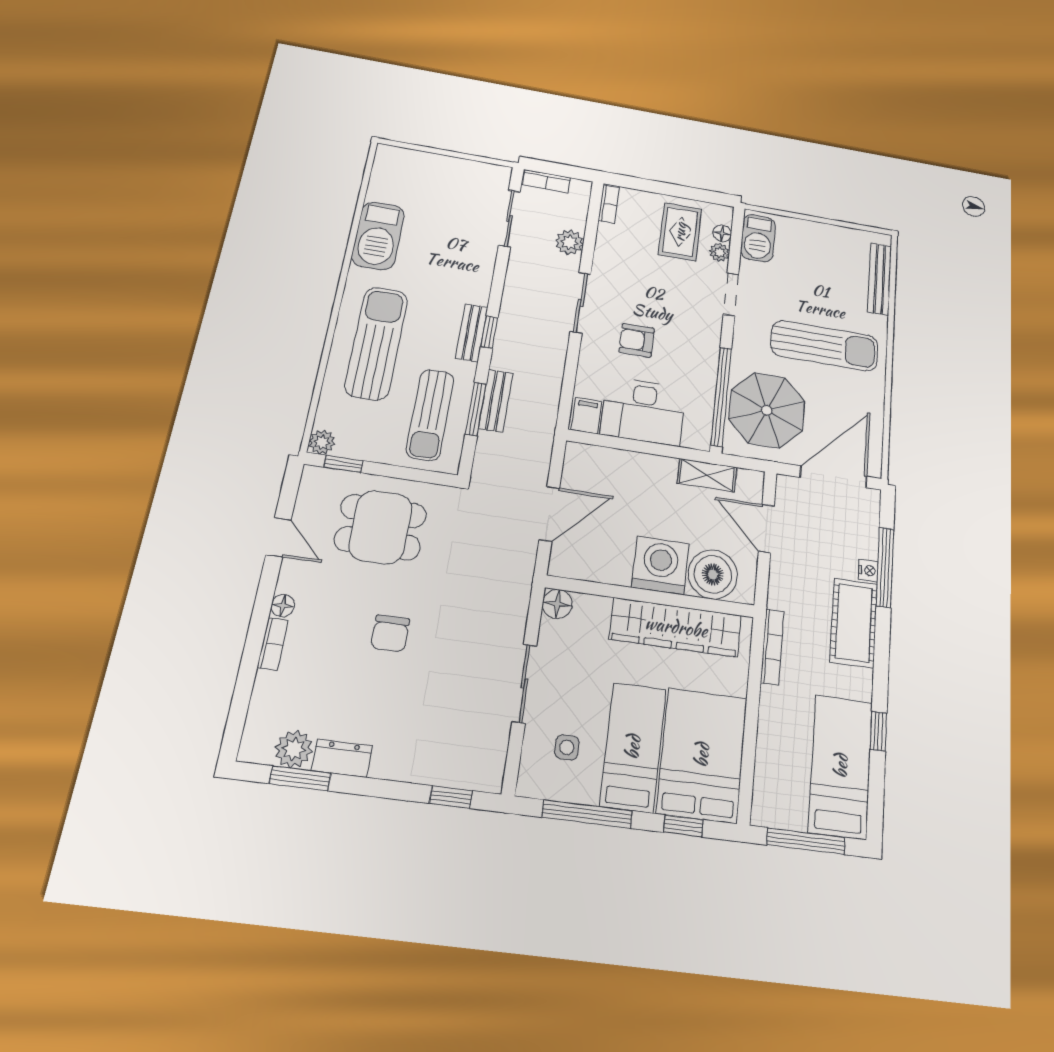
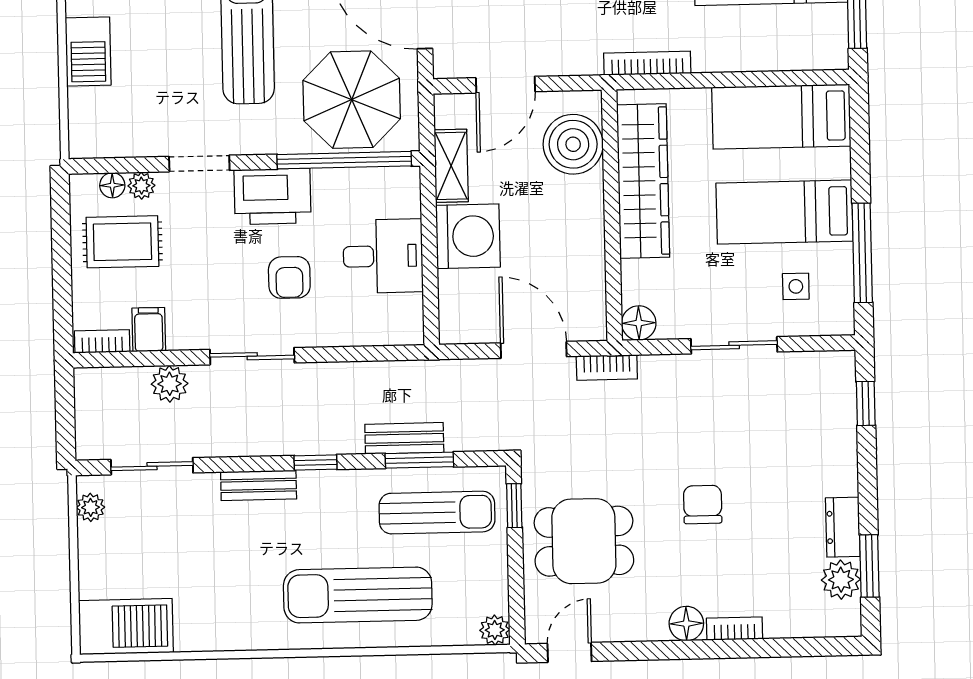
plant: (487, 172) -> (91, 507), added
bookcase: (547, 181) -> (607, 367), moved, turned 90
barbecue: (378, 236) -> (126, 626), moved
barbecue: (758, 238) -> (88, 51), moved, turned 90
bench: (472, 333) -> (259, 485), moved
printer: (700, 340) -> (272, 196), added
desk: (643, 411) -> (383, 256), width x0.73
filing cabinet: (586, 416) -> (149, 330), moved, turned 90
window: (343, 464) -> (514, 506), moved
dining table: (381, 527) -> (584, 541), turned 90
door: (279, 537) -> (569, 652), moved
washing machine: (660, 565) -> (468, 236), moved, turned 180
floor lamp: (283, 606) -> (686, 624), width x1.37, depth x1.37
chair: (390, 633) -> (703, 504), turned -90
bed: (702, 755) -> (781, 117), width x0.67
window: (683, 826) -> (860, 144), removed

